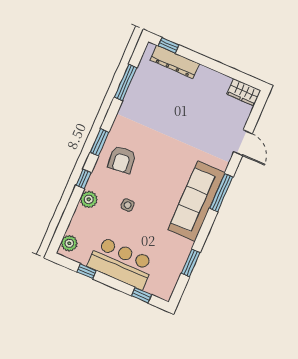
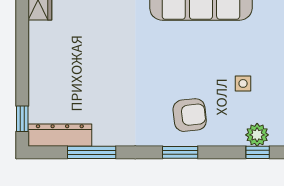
dresser: (175, 62) -> (60, 135), moved, turned -90
window: (84, 179) -> (258, 152), moved

